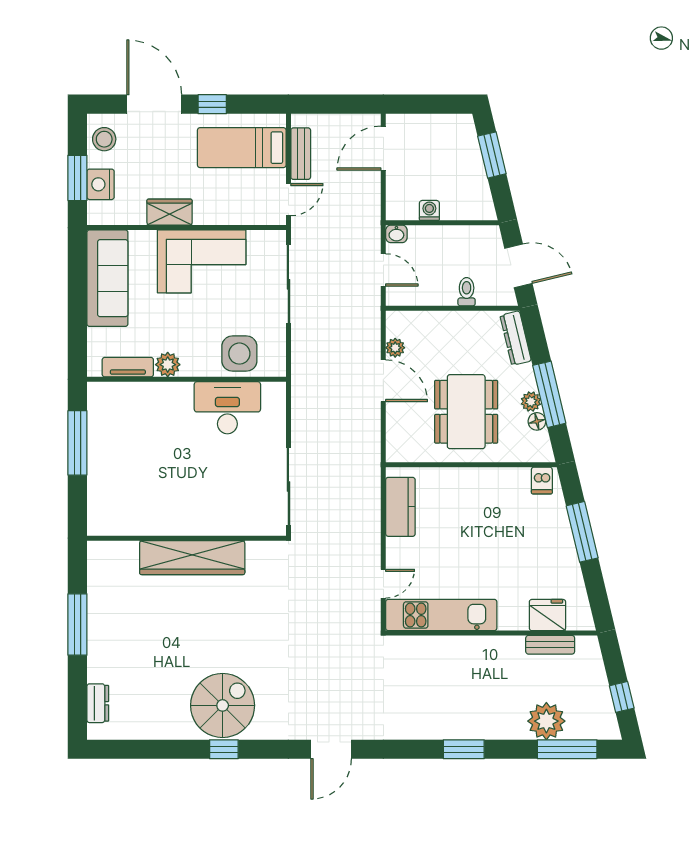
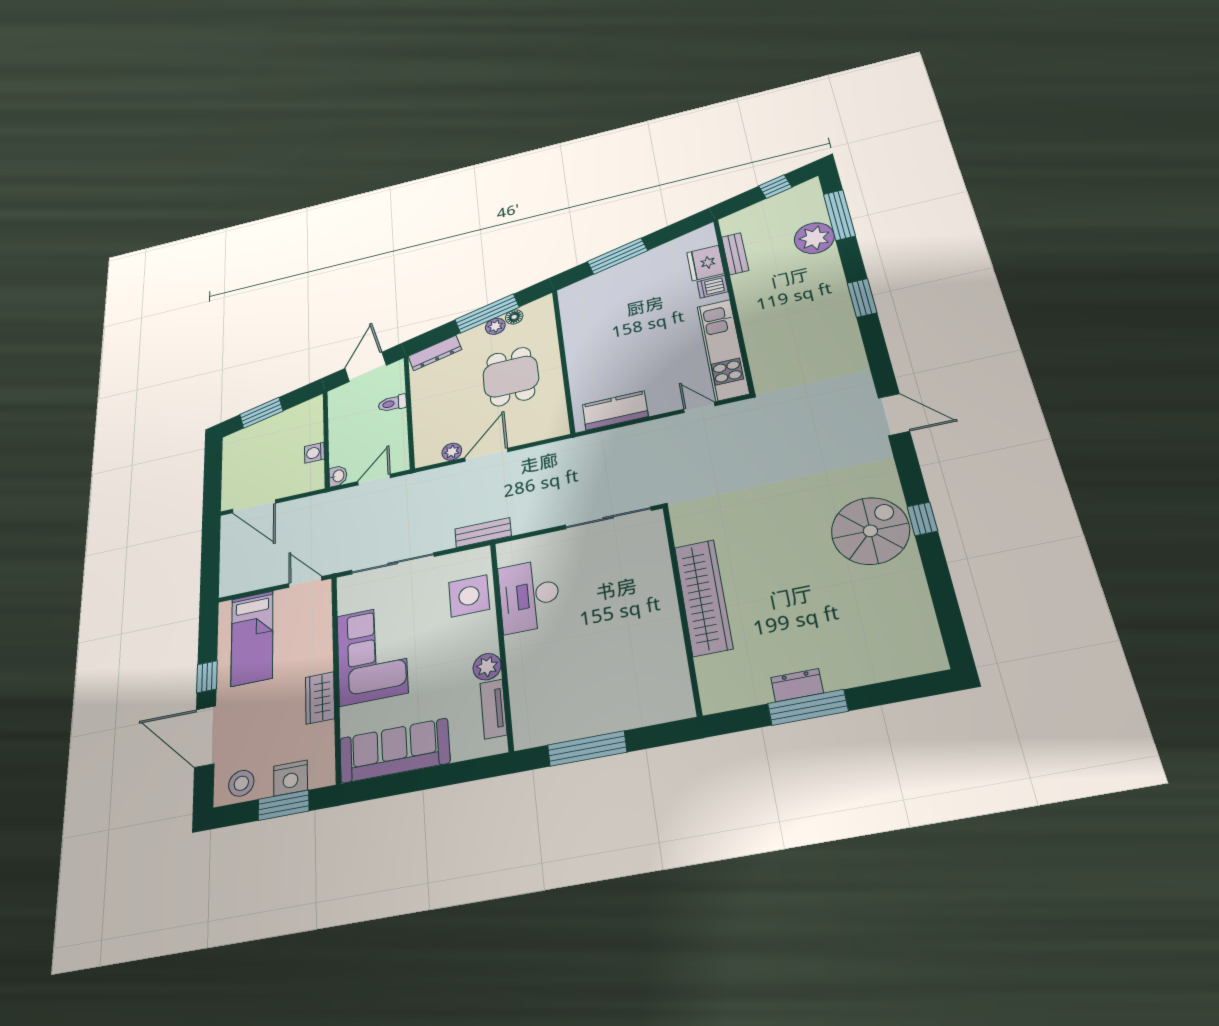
door: (154, 104) -> (205, 737), hinge flipped
bench: (301, 154) -> (483, 532), moved
dining table: (466, 412) -> (511, 376), width x0.73
dishwasher: (542, 481) -> (713, 287), moved, turned 180
dresser: (98, 703) -> (797, 685), moved
spiral stairs: (223, 705) -> (870, 531), turned 90

